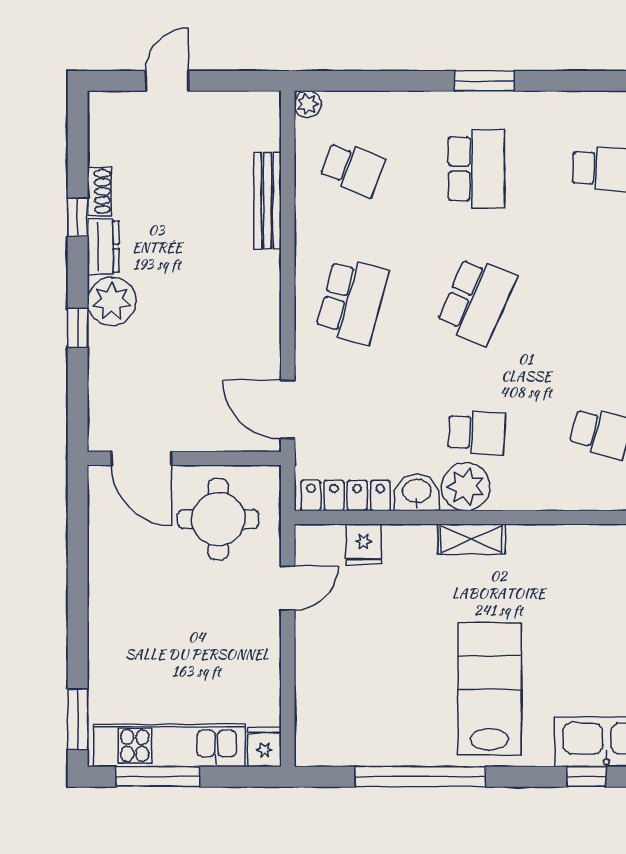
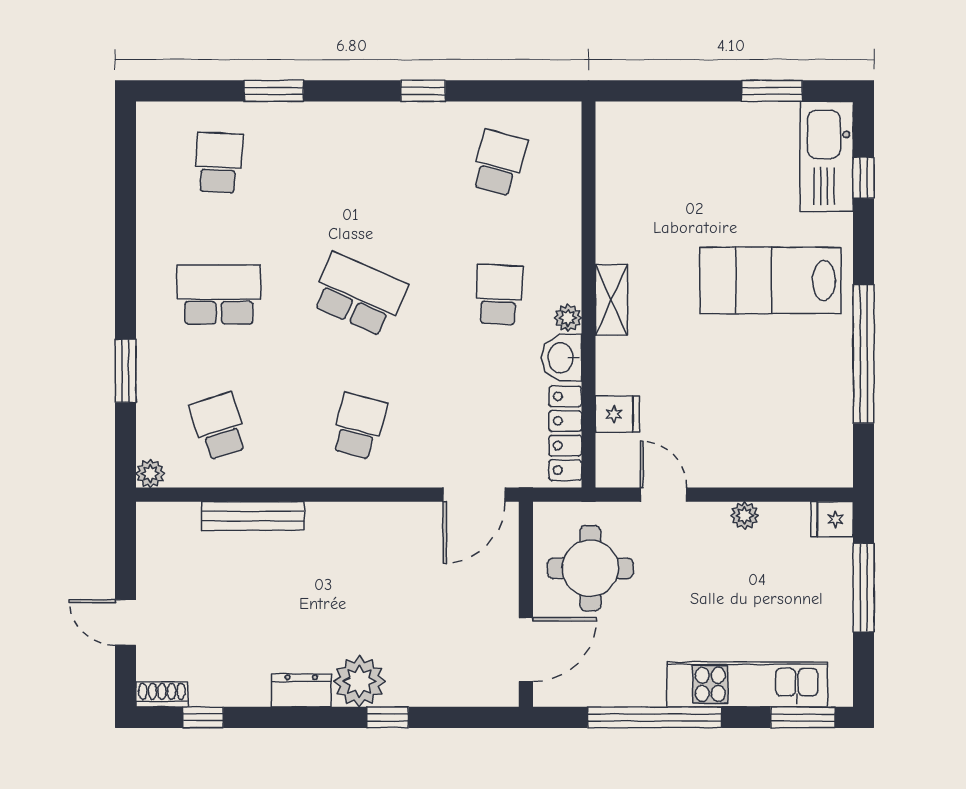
window: (485, 81) -> (126, 371), moved
school desk: (352, 169) -> (219, 426), turned -39
shoe rack: (99, 191) -> (162, 694), moved
window: (78, 217) -> (203, 717), moved
school desk: (352, 301) -> (359, 426), width x0.54
plant: (466, 487) -> (568, 318), width x0.53, depth x0.53
window: (78, 580) -> (655, 717), added
plant: (268, 665) -> (745, 515), added
kitchen unit: (170, 746) -> (747, 684), moved, turned 90
window: (158, 777) -> (864, 588), moved

